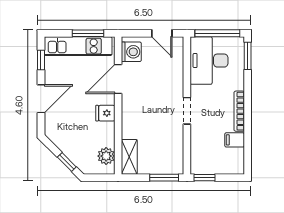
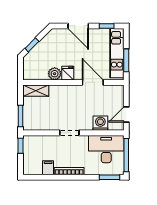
washing machine: (131, 52) -> (100, 123), moved, turned 180
plant: (106, 156) -> (55, 74), moved

